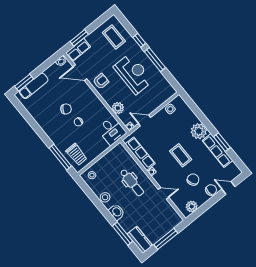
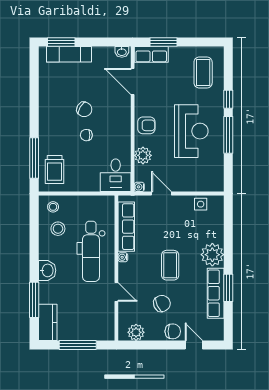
armchair: (101, 81) -> (146, 125), moved
dental chair: (132, 183) -> (91, 251), width x1.36, depth x1.38
stool: (105, 197) -> (58, 229), moved

